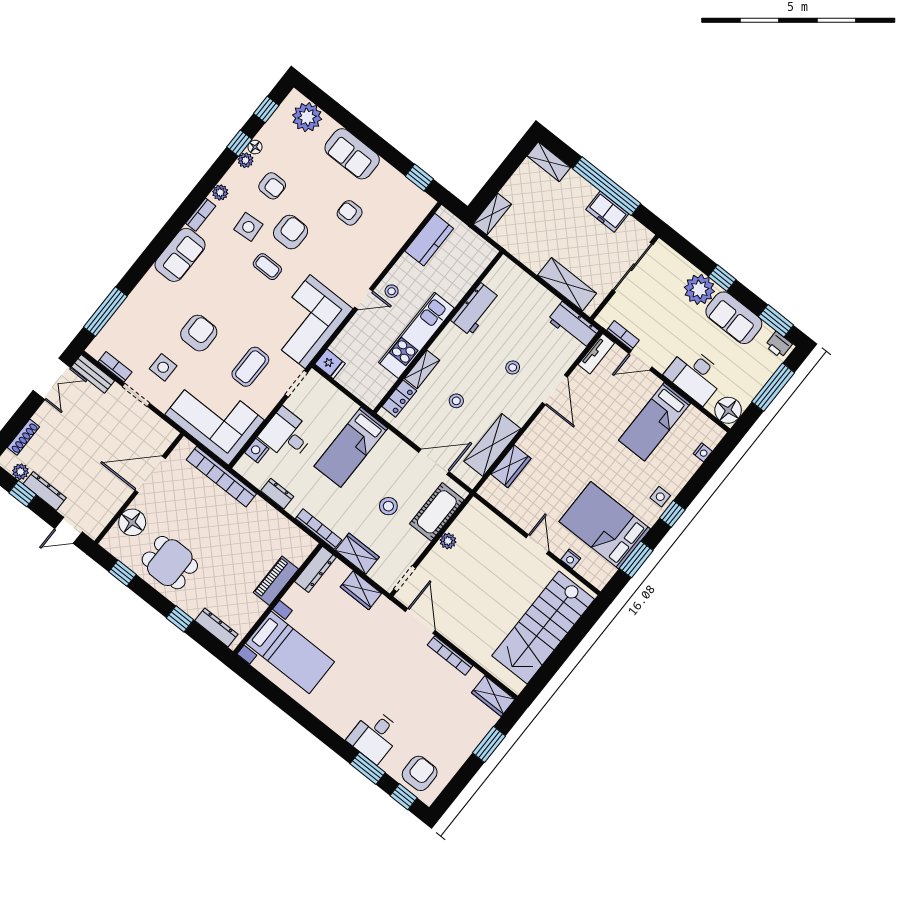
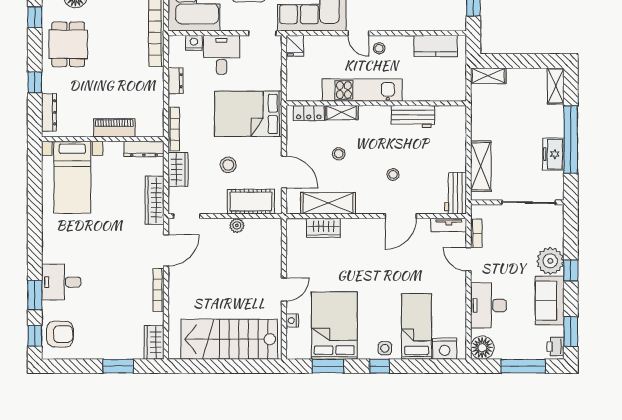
bed: (654, 422) -> (417, 326), moved, turned 90
bed: (351, 447) -> (248, 114), width x1.50
nightstand: (703, 452) -> (445, 349), width x1.89, depth x1.79
wardrobe: (361, 590) -> (155, 200), width x1.50

